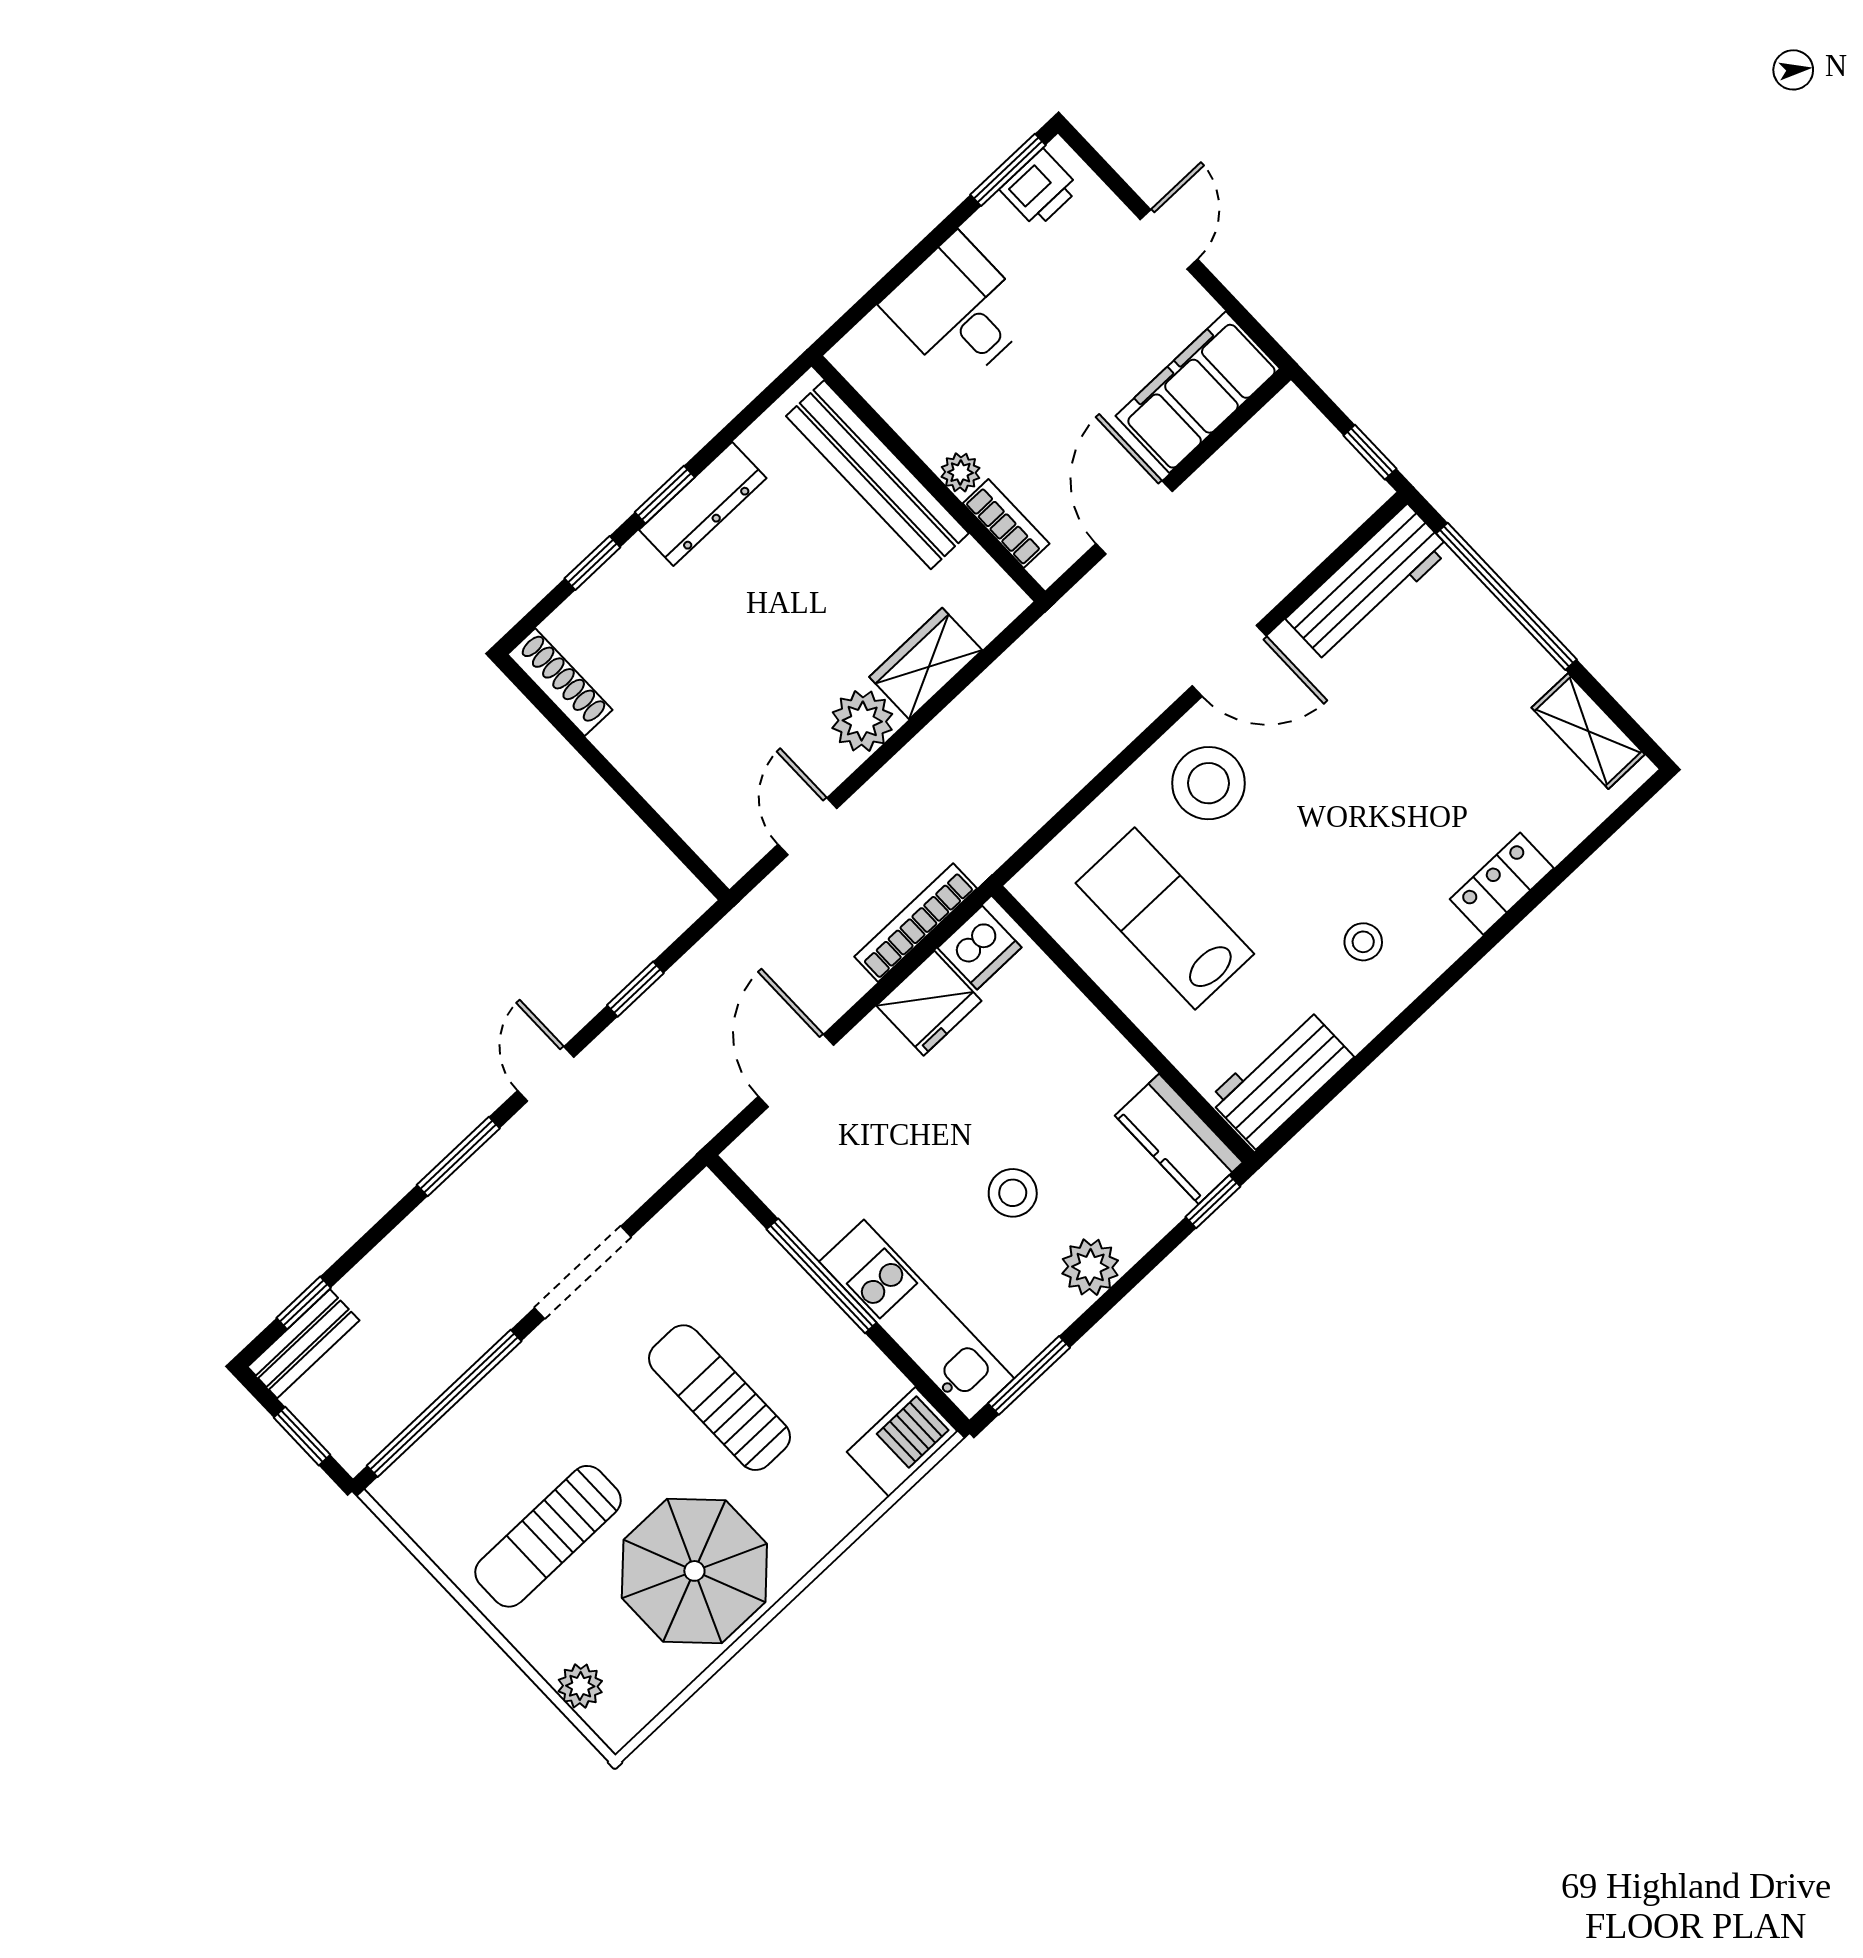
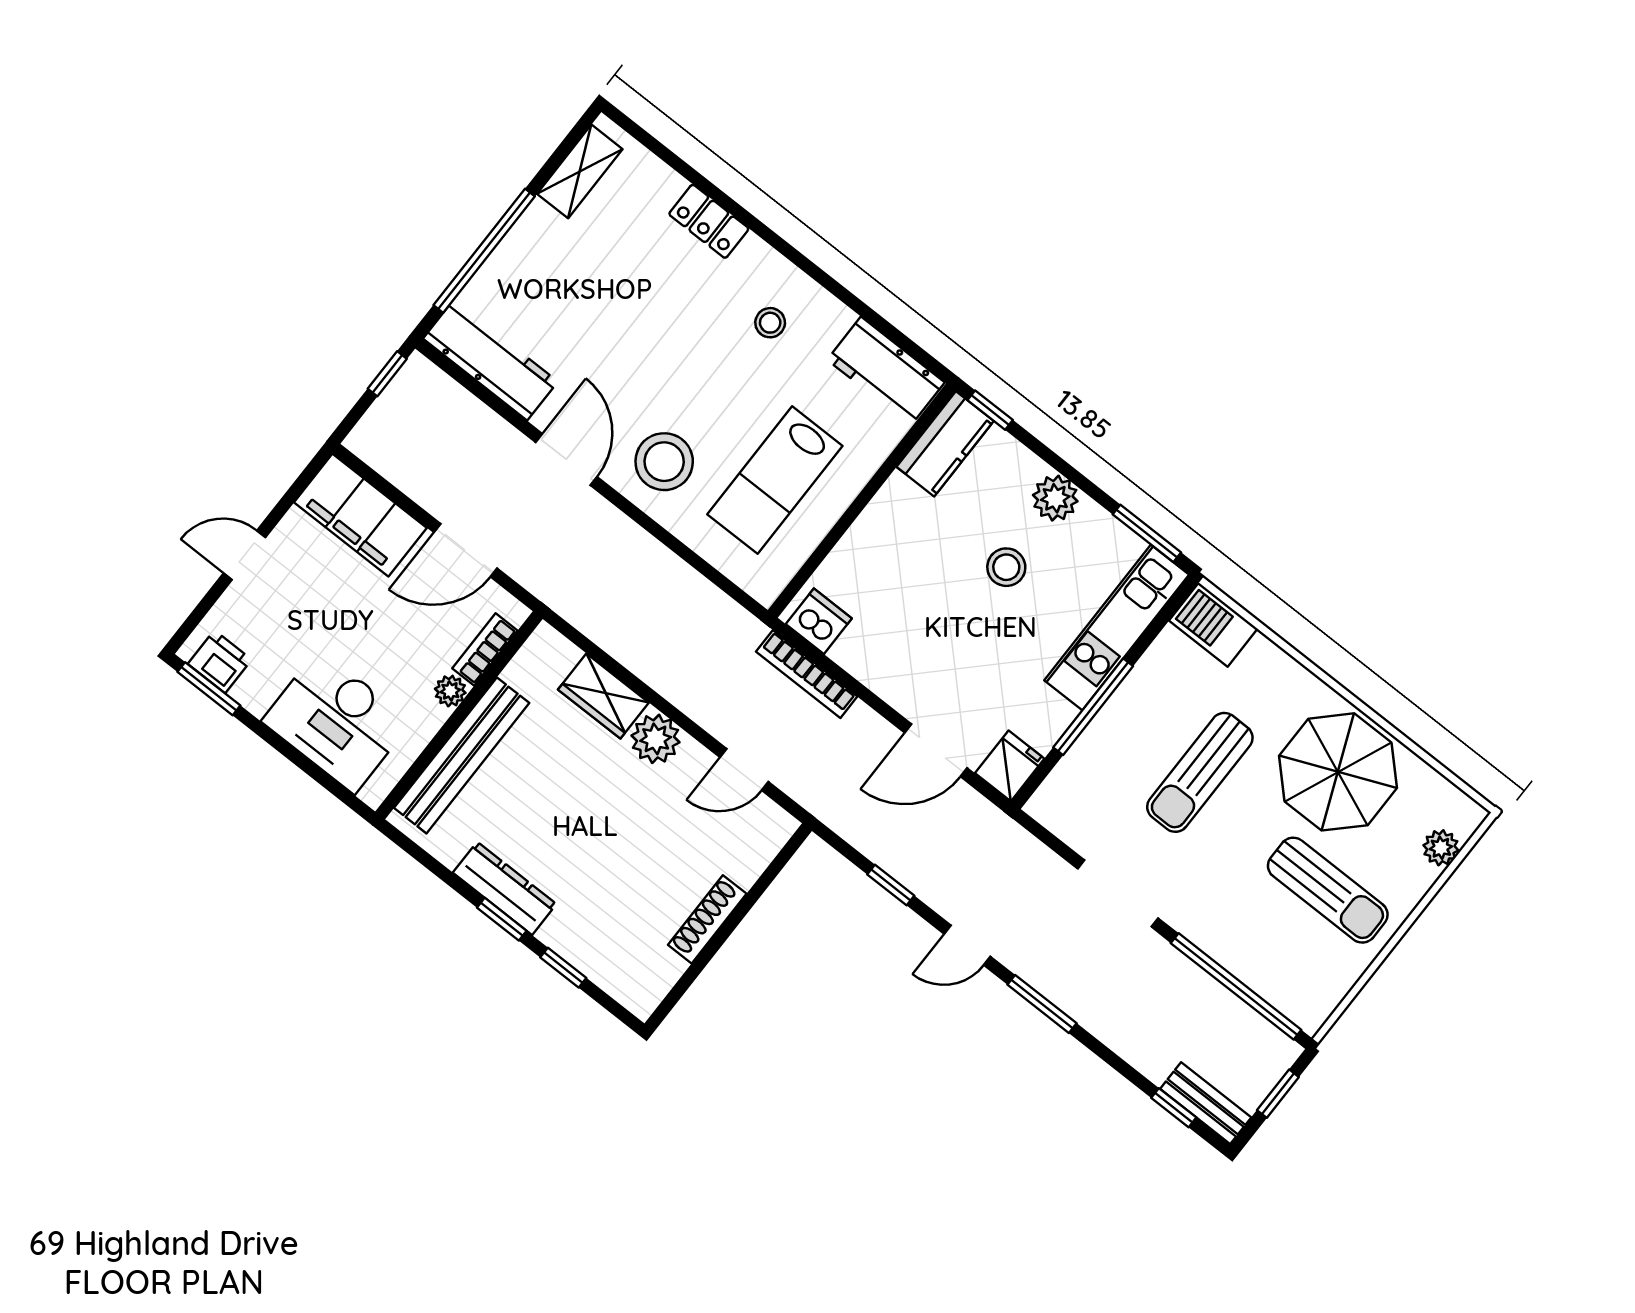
desk: (958, 310) -> (337, 721), width x1.37
shoe rack: (560, 682) -> (707, 919), moved
fridge: (929, 1003) -> (1010, 766), moved, width x0.72

